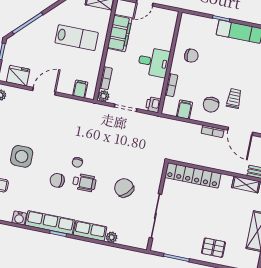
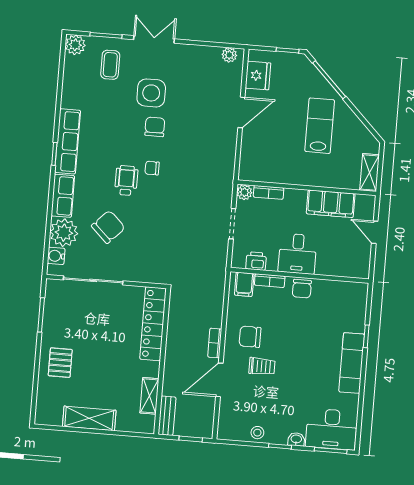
lab bench: (77, 38) -> (320, 126), moved, turned 180
chair: (191, 56) -> (302, 289), moved
filing cabinet: (80, 89) -> (250, 160), removed
door: (44, 91) -> (241, 112), hinge flipped
printer: (153, 105) -> (256, 261), moved
filing cabinet: (184, 109) -> (244, 284), moved, turned 90
chair: (57, 180) -> (155, 127), moved
wheelchair: (84, 183) -> (126, 181), turned 180
chair: (124, 188) -> (108, 227), moved
water cooler: (19, 218) -> (56, 256), moved
plant: (112, 237) -> (64, 233), width x1.88, depth x1.88

